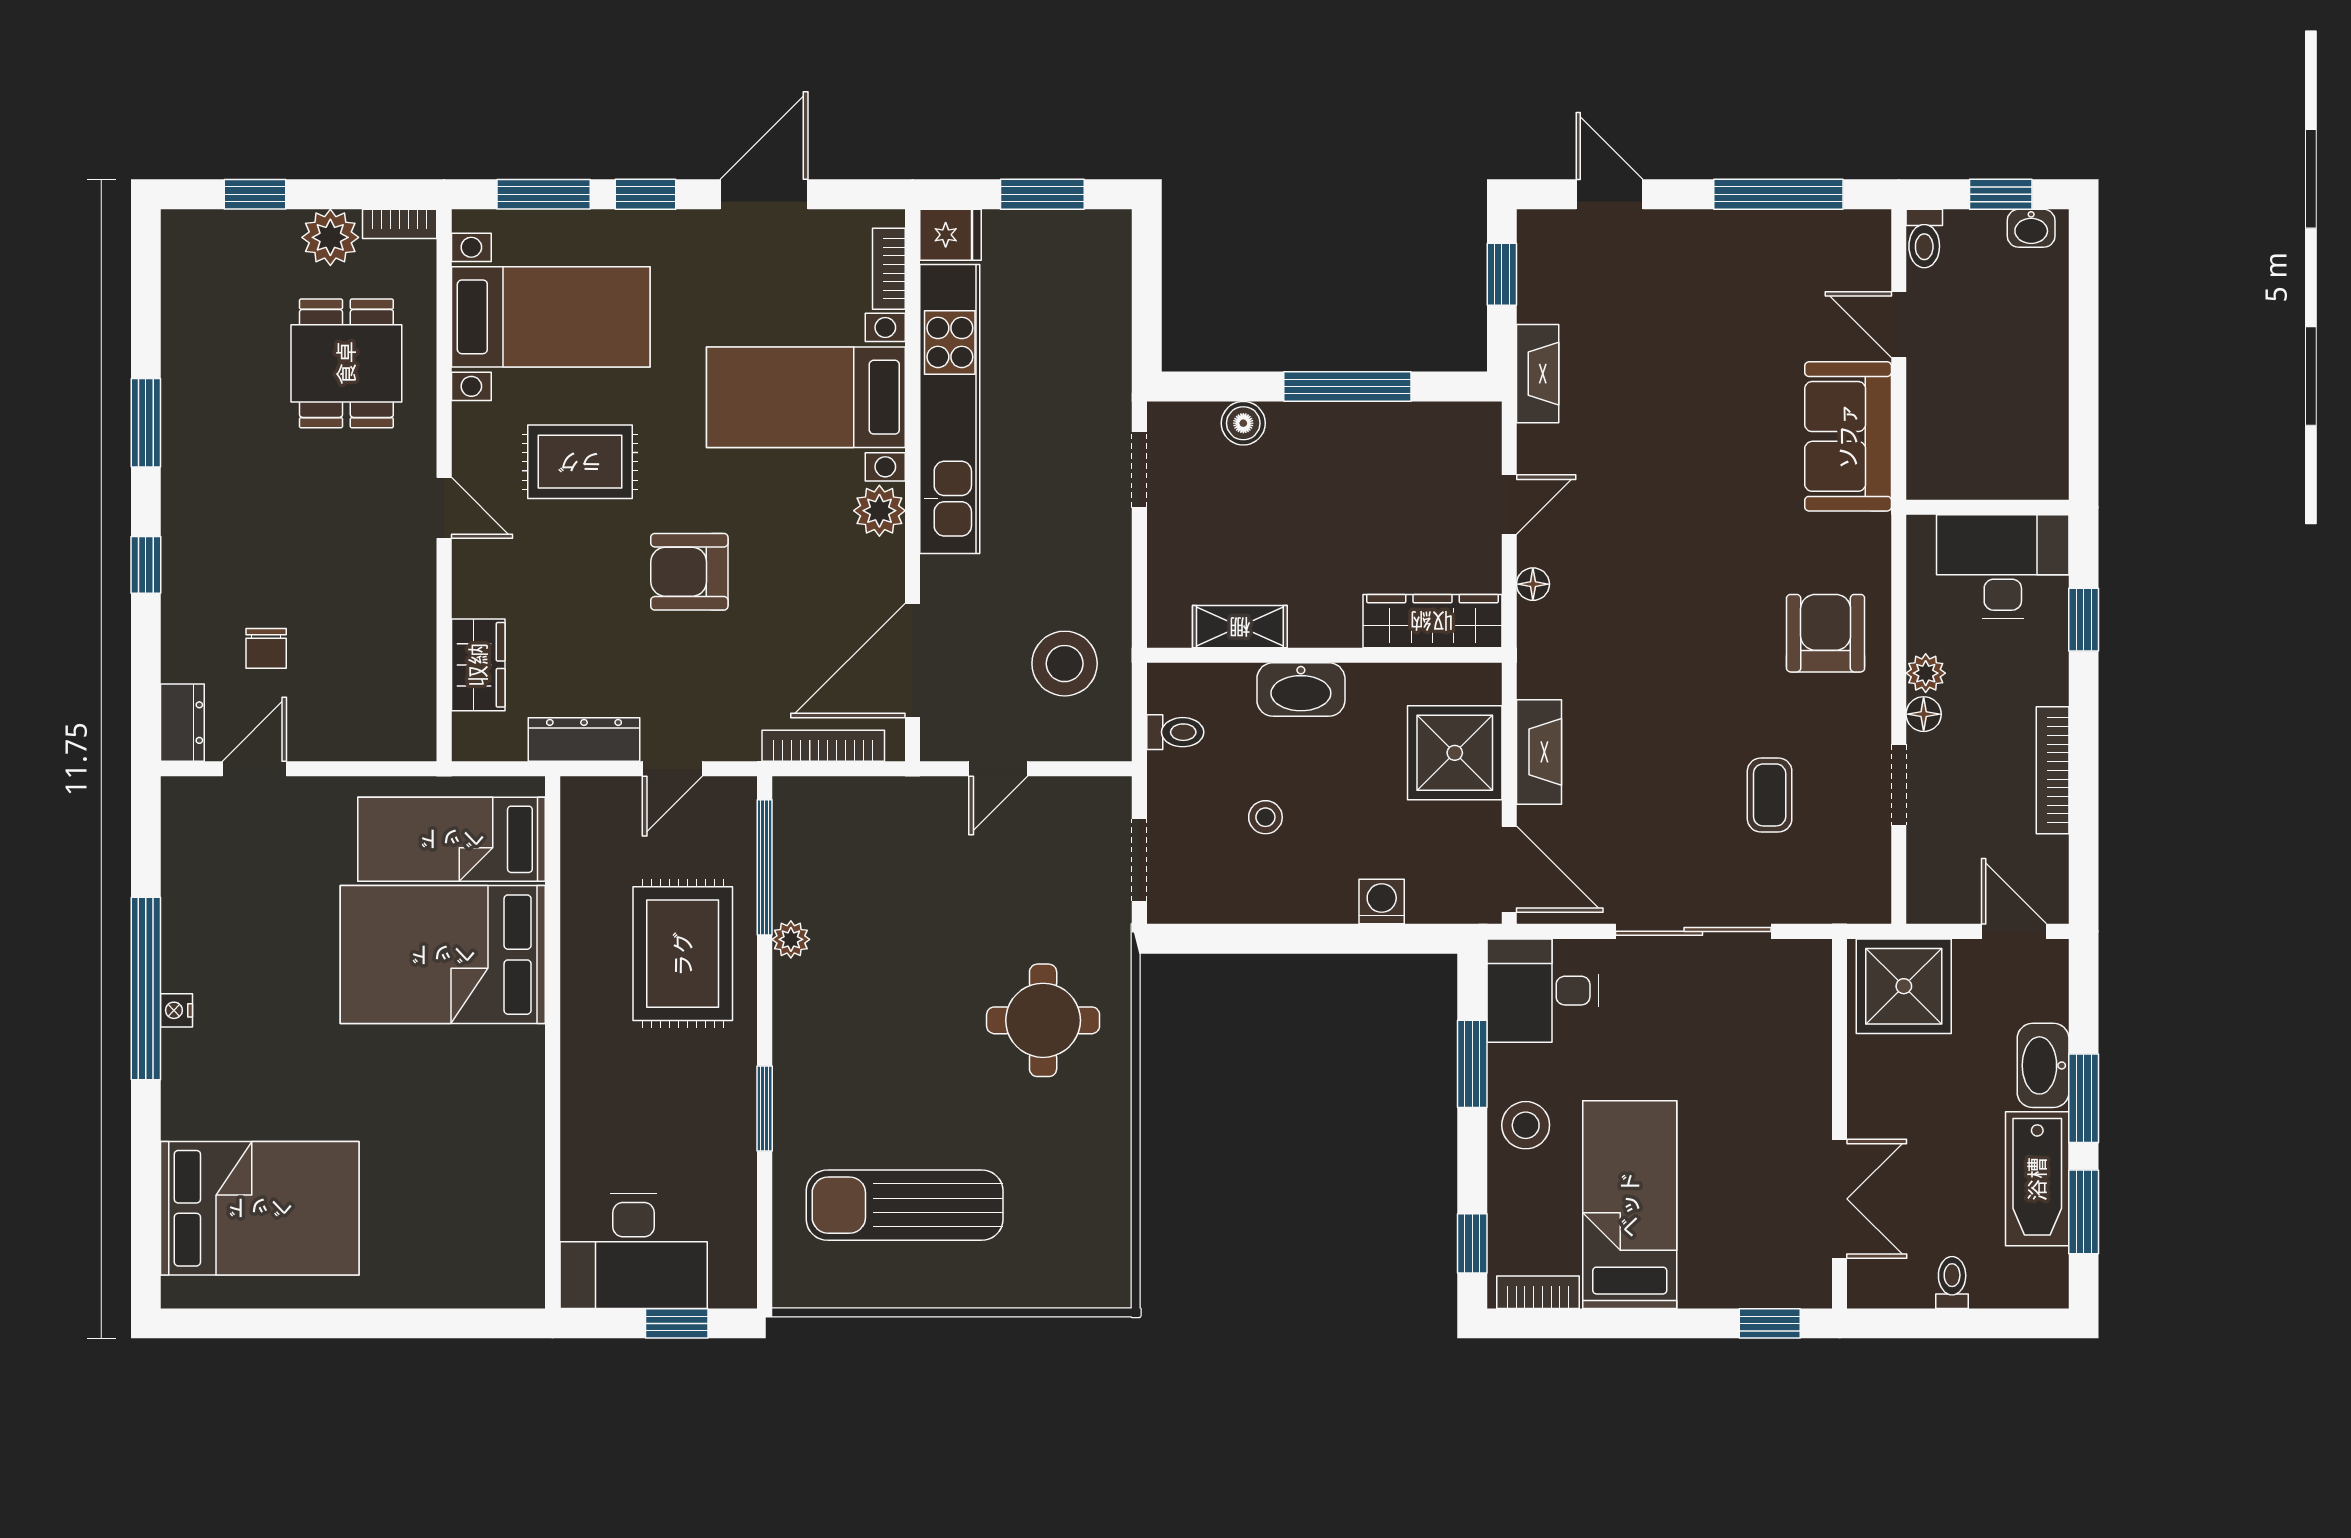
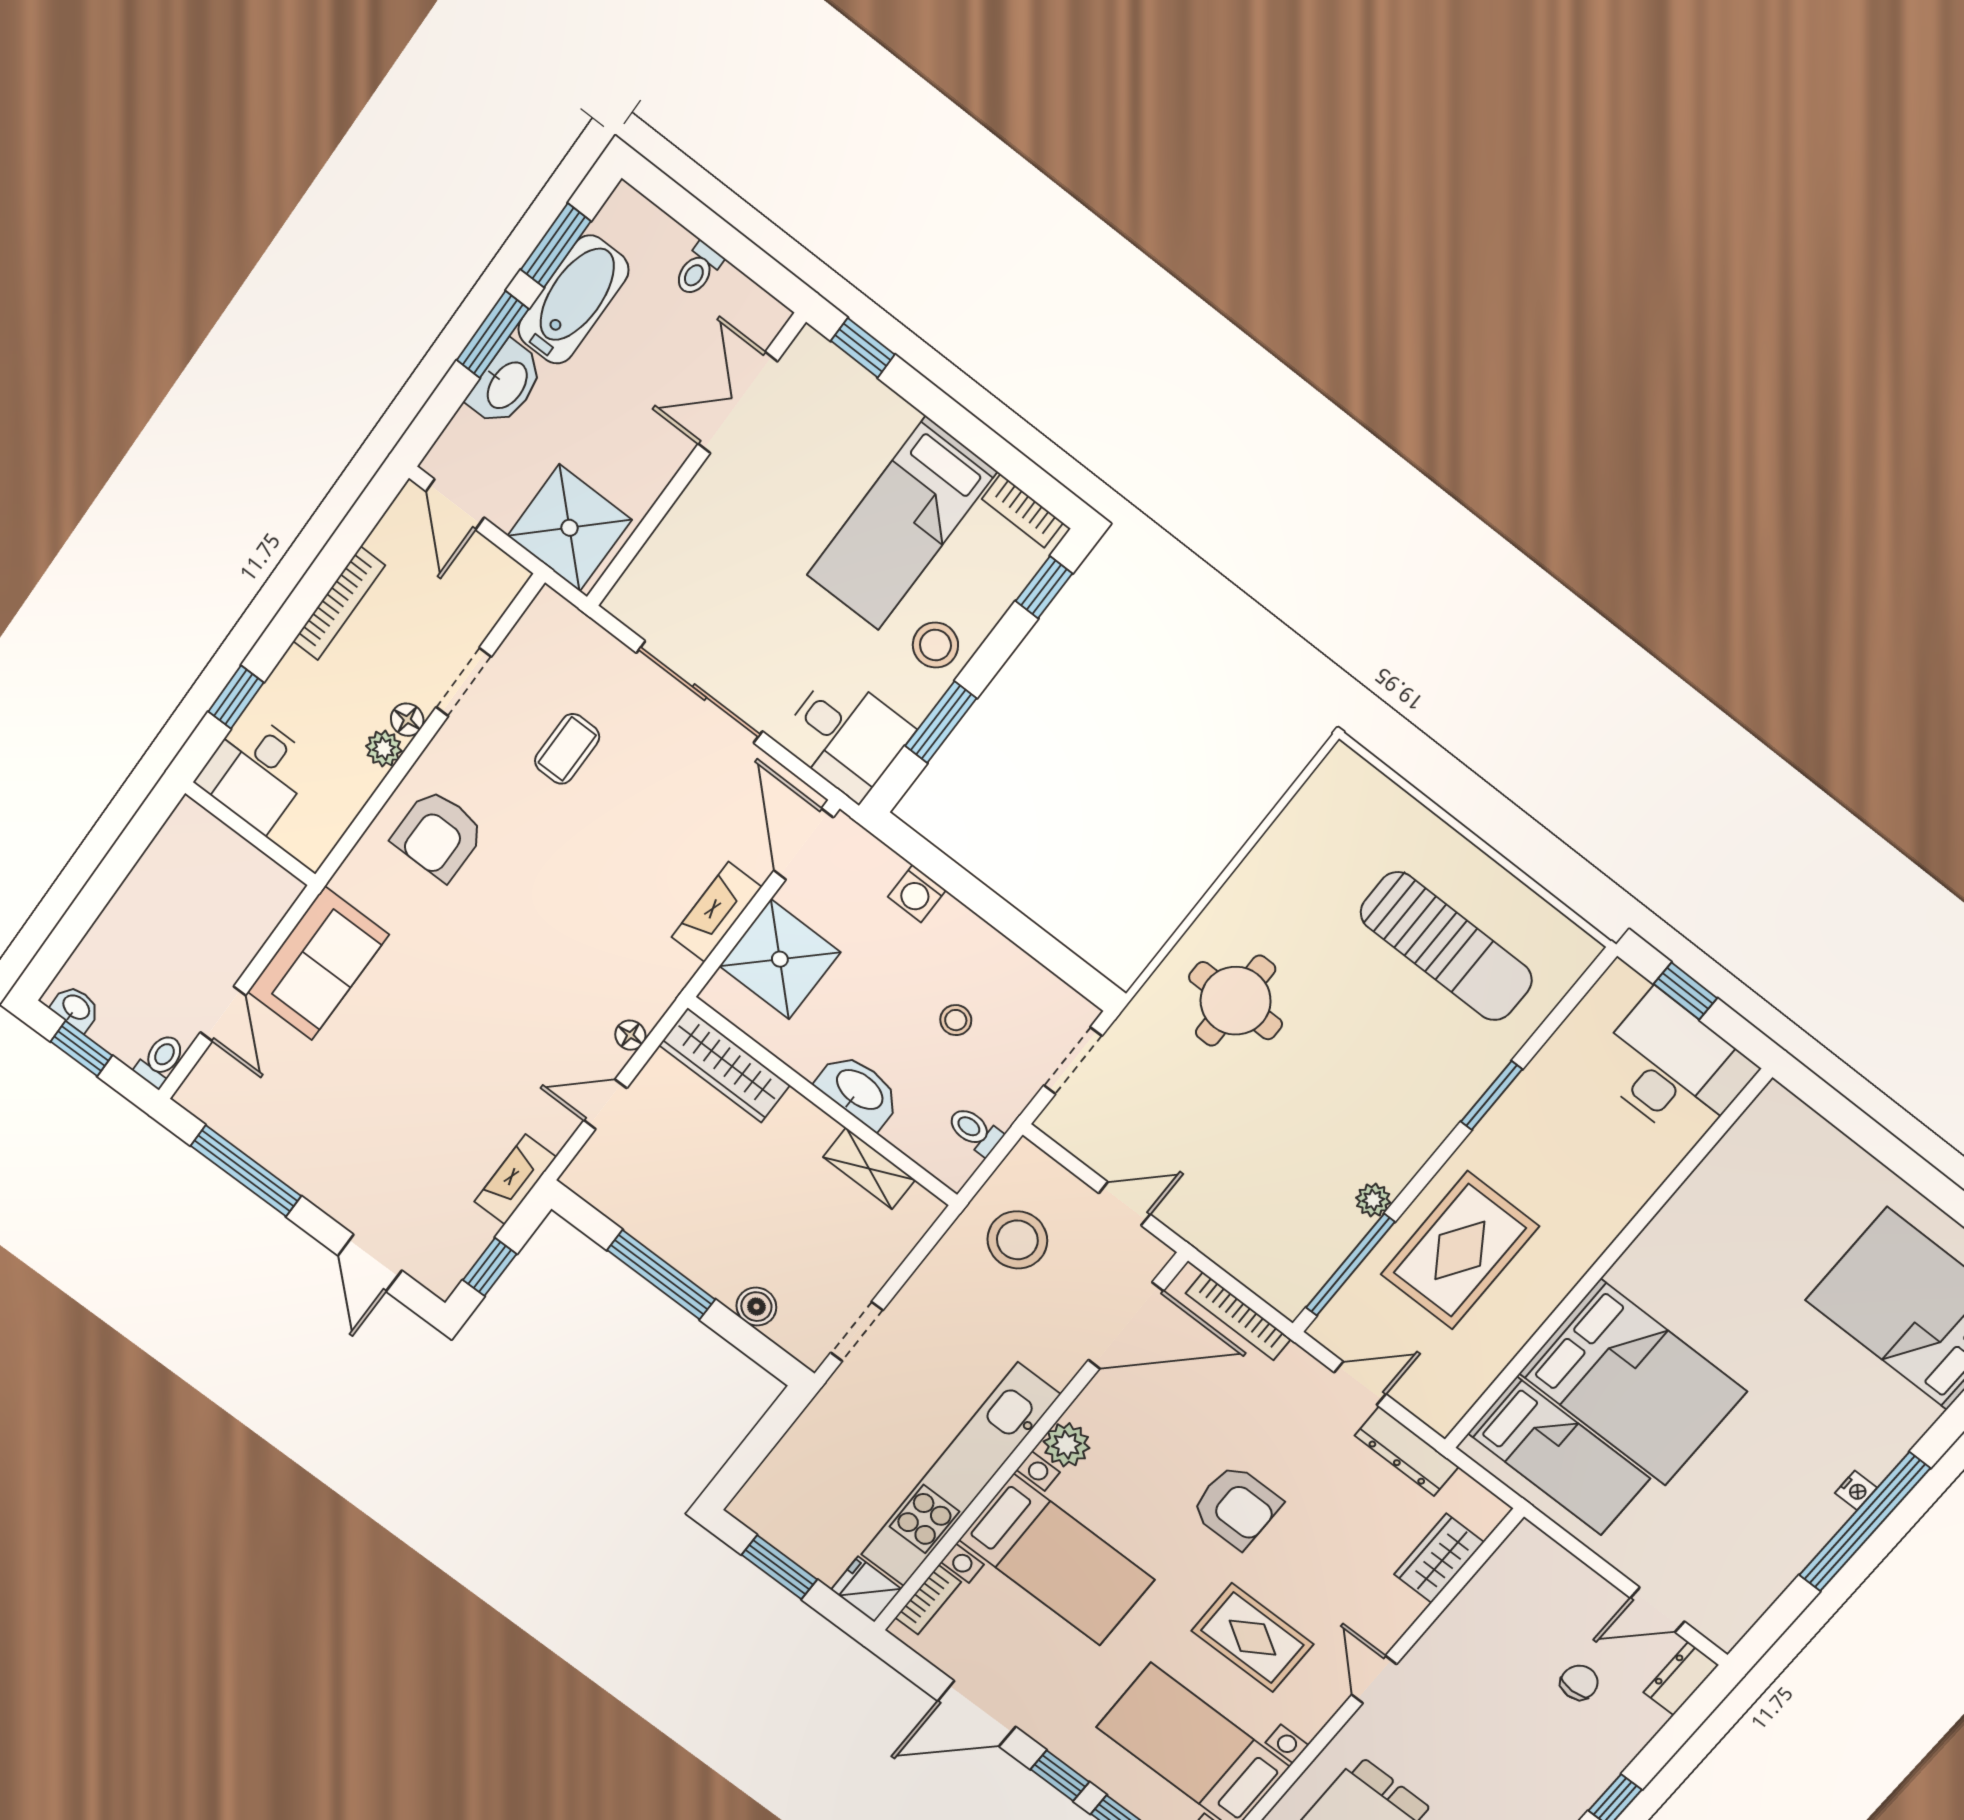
desk: (2003, 567) -> (256, 772), width x0.73

